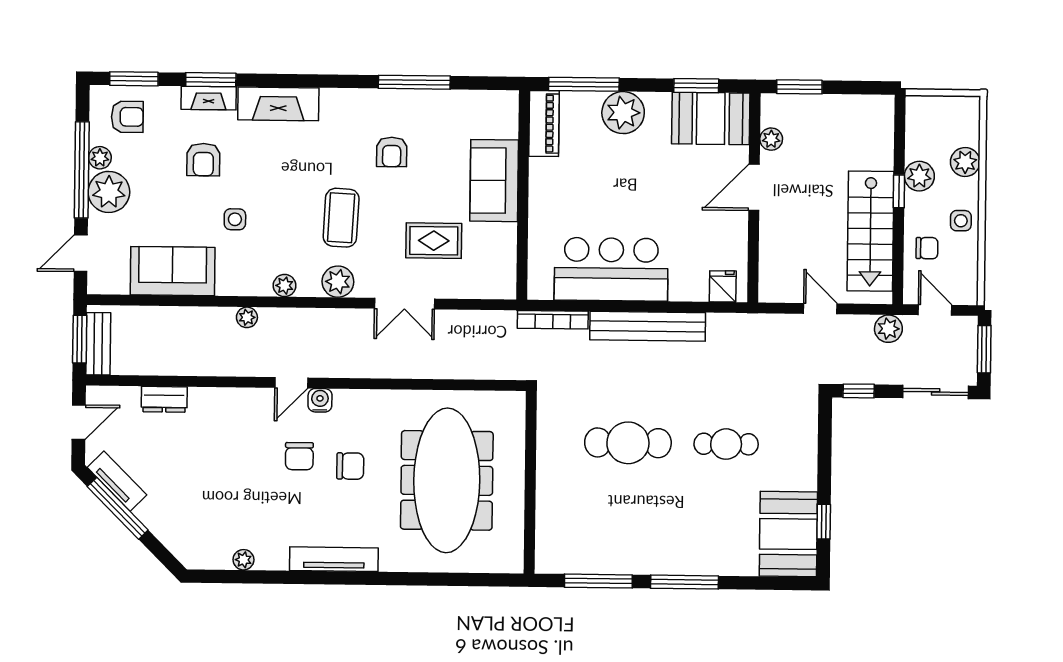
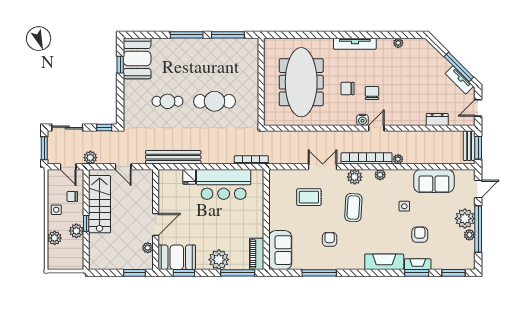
armchair: (127, 117) -> (457, 255), removed
sofa: (494, 181) -> (280, 250), moved
fridge: (723, 286) -> (189, 177), moved
bookcase: (312, 320) -> (367, 158), added
bench: (648, 326) -> (173, 157), moved

